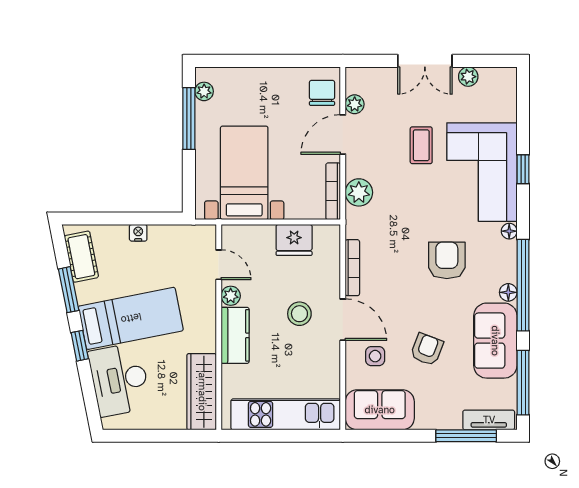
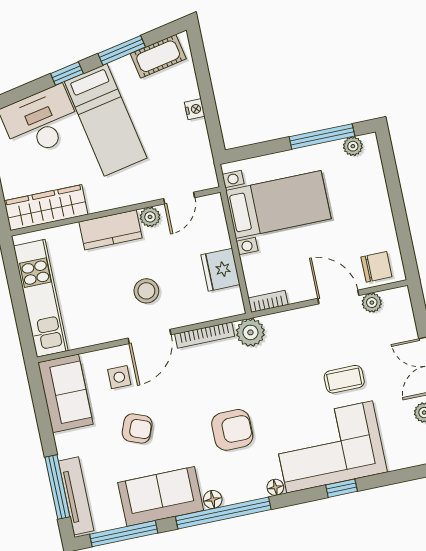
bookcase: (333, 191) -> (268, 301), width x0.64
plant: (359, 192) -> (250, 332), moved
tv unit: (489, 420) -> (76, 496), width x1.41

